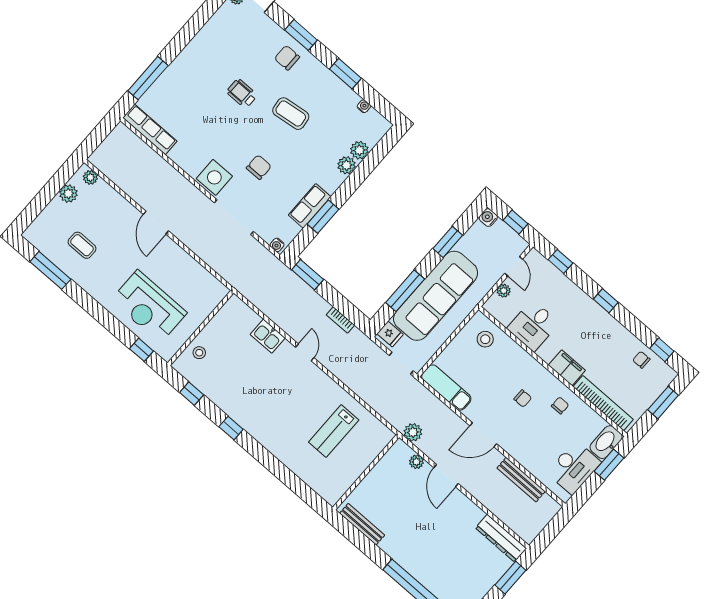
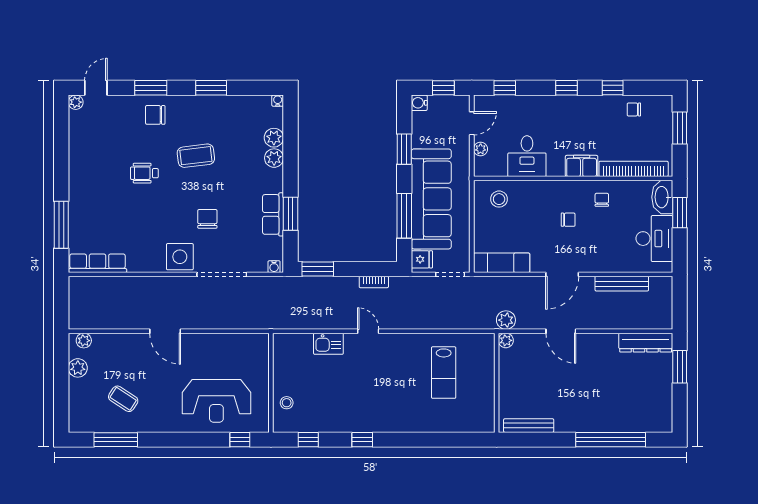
water cooler: (364, 106) -> (278, 101), moved
coffee table: (82, 245) -> (123, 399), turned 33
door: (514, 266) -> (472, 123), hinge flipped
window: (662, 350) -> (613, 88), moved
plant: (416, 462) -> (506, 340), moved

